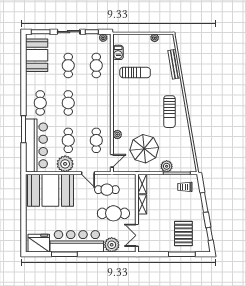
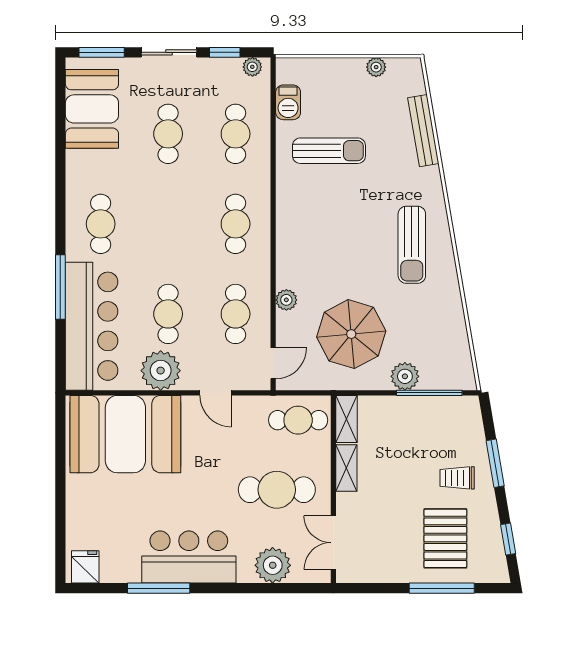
cafe table: (68, 103) -> (236, 224), moved
trolley: (185, 187) -> (457, 478), moved
cafe table: (107, 190) -> (298, 420), moved
bar counter: (77, 241) -> (189, 557), width x0.73
fridge: (39, 243) -> (85, 567), width x0.53, depth x0.75

